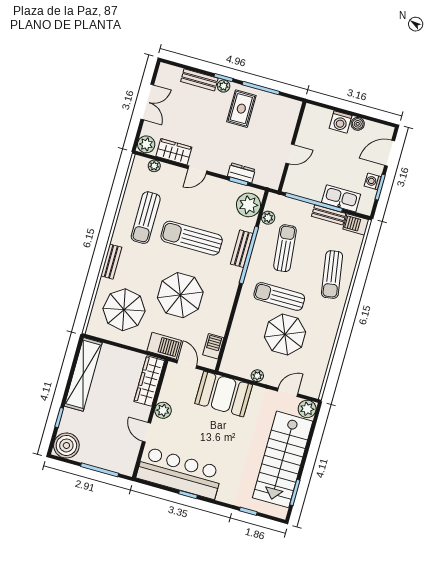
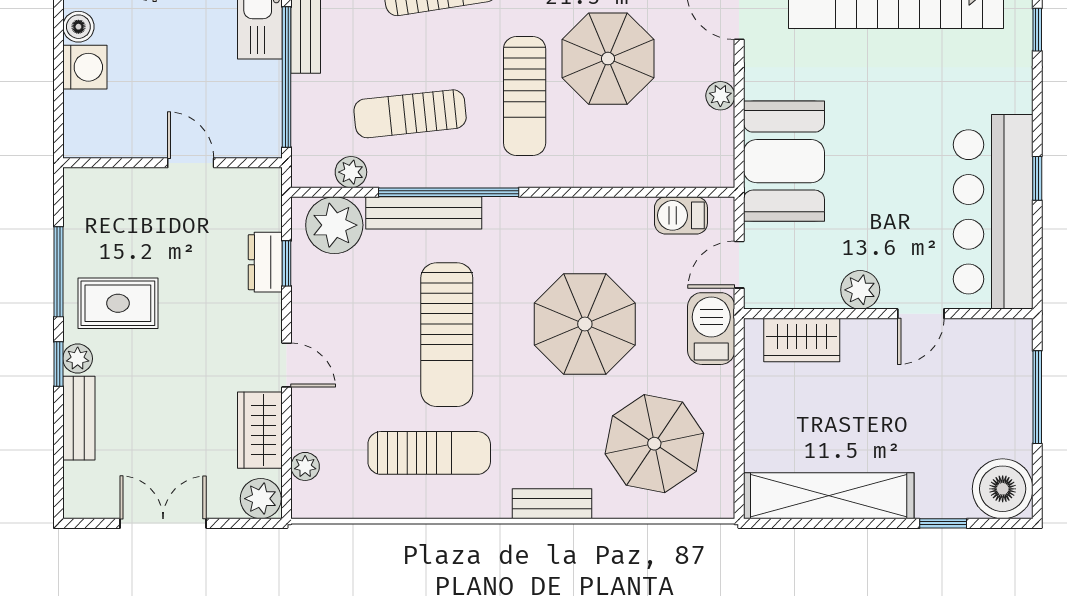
bench: (242, 249) -> (424, 213), width x1.36
wardrobe: (149, 381) -> (802, 340), width x0.67

